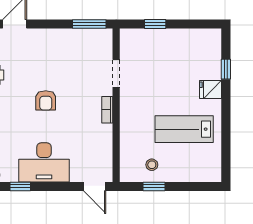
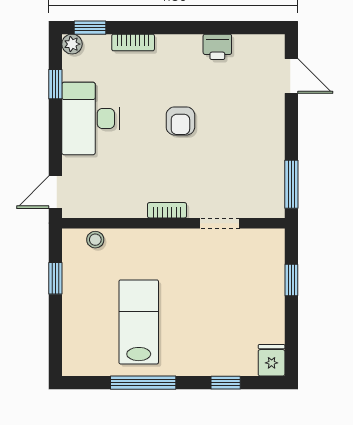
fridge: (211, 90) -> (272, 360), moved
armchair: (46, 100) -> (180, 121), turned -90
window: (226, 126) -> (143, 383), added
stool: (152, 165) -> (95, 240), moved

